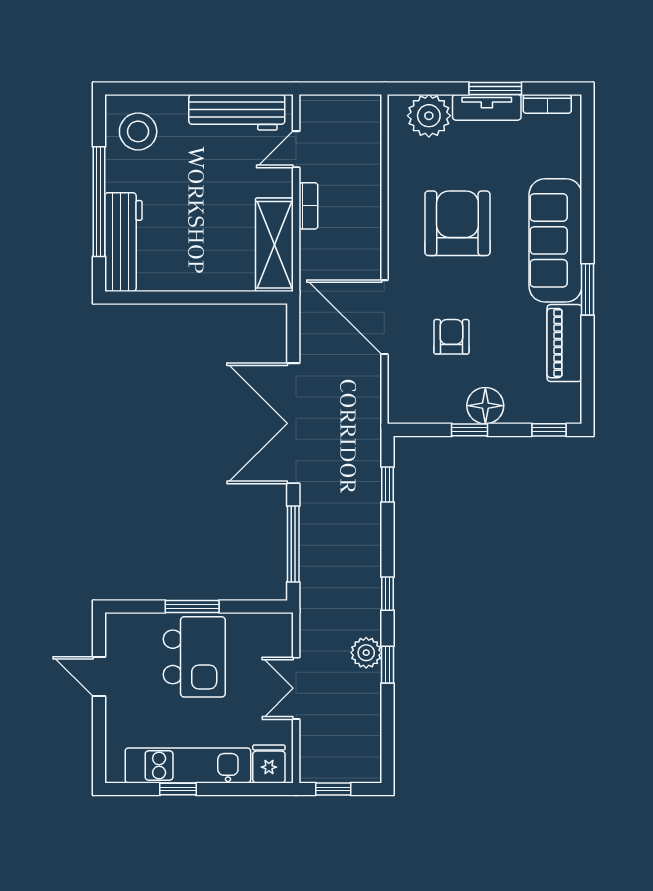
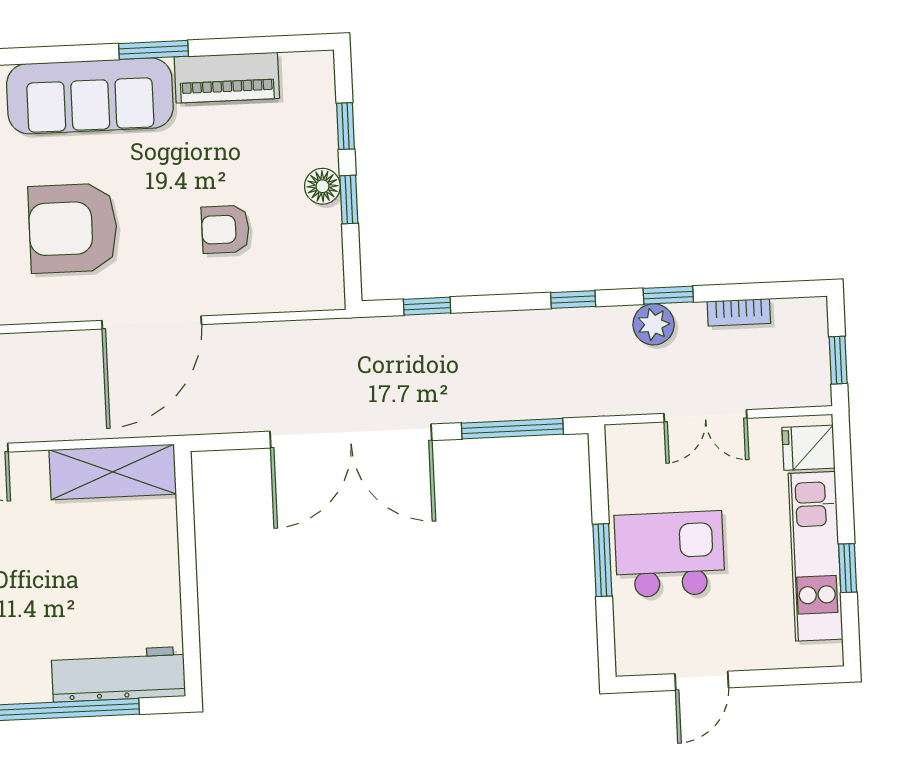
bookcase: (308, 206) -> (739, 312), moved, turned 180
door: (384, 317) -> (152, 323), moved
floor lamp: (485, 406) -> (322, 186), width x0.73, depth x0.73
window: (549, 430) -> (346, 126), moved

